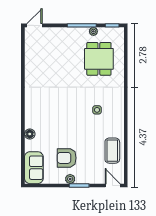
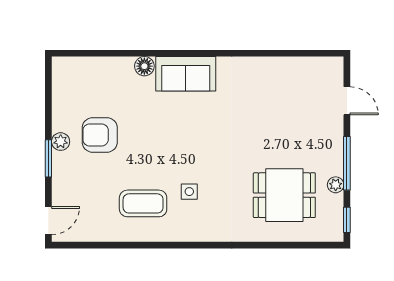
door: (34, 25) -> (347, 101), moved
coffee table: (112, 151) -> (143, 203), moved
armchair: (67, 158) -> (100, 135), turned -90
sofa: (34, 168) -> (186, 74), moved

